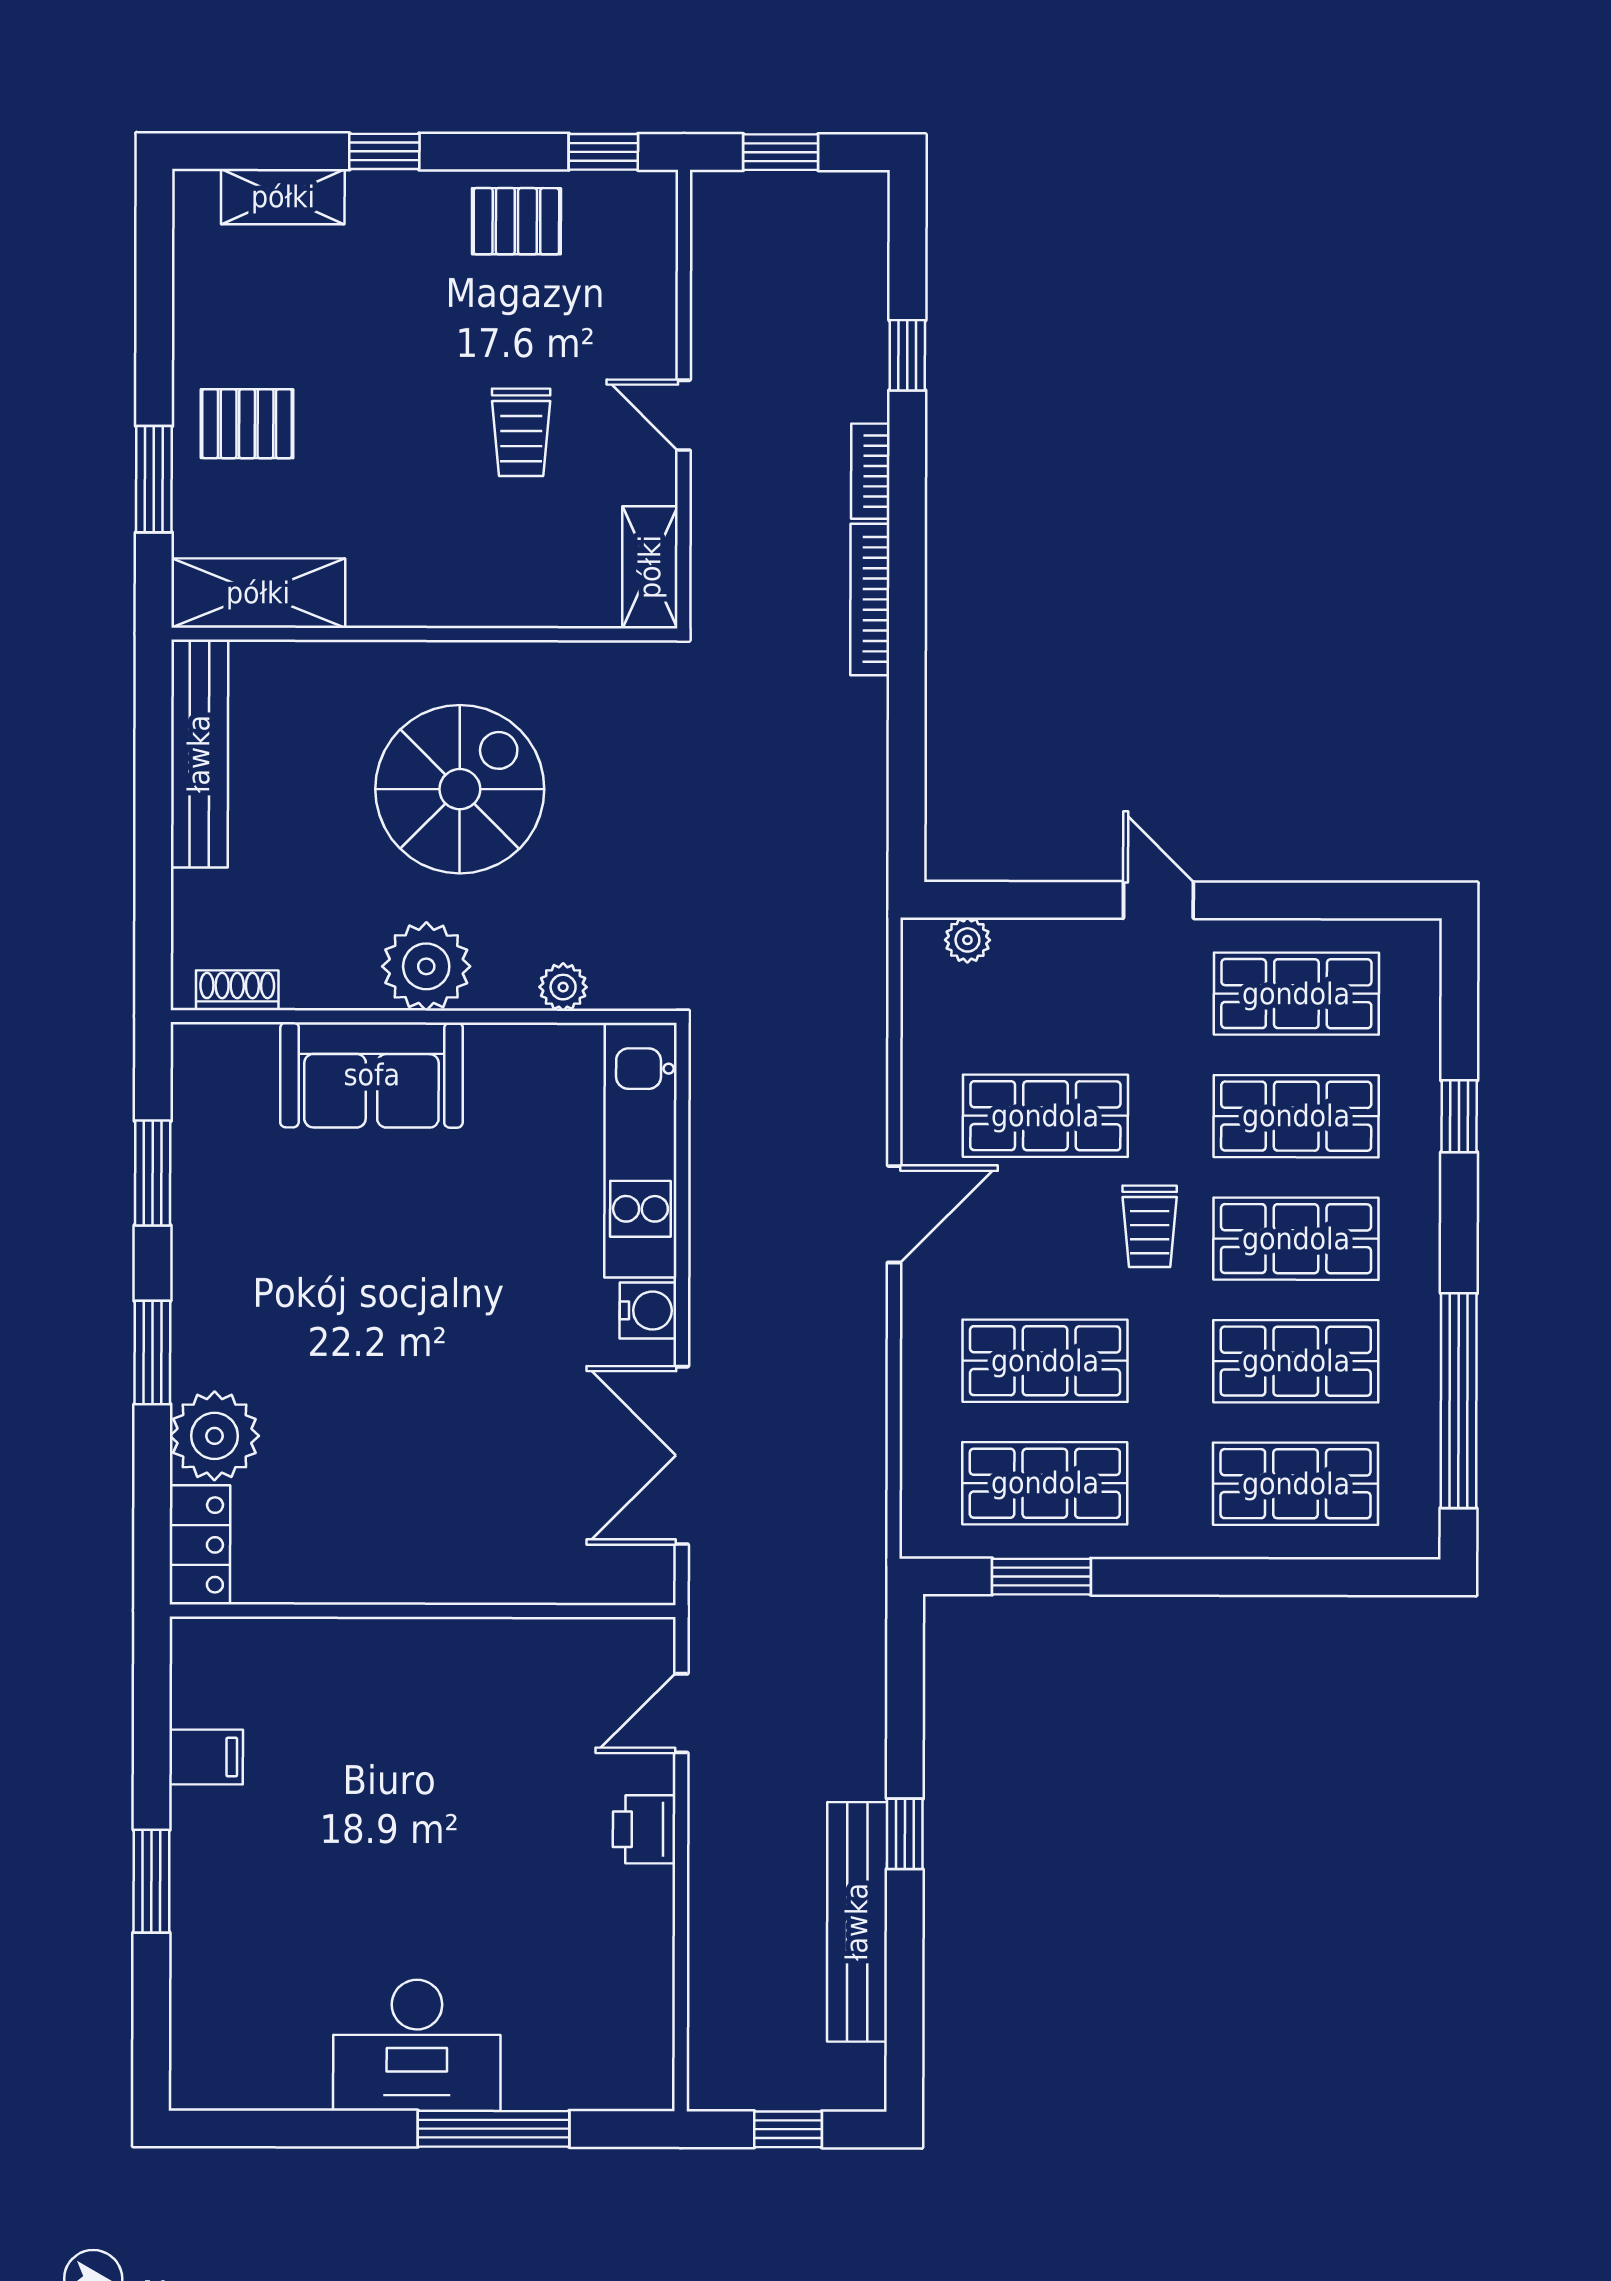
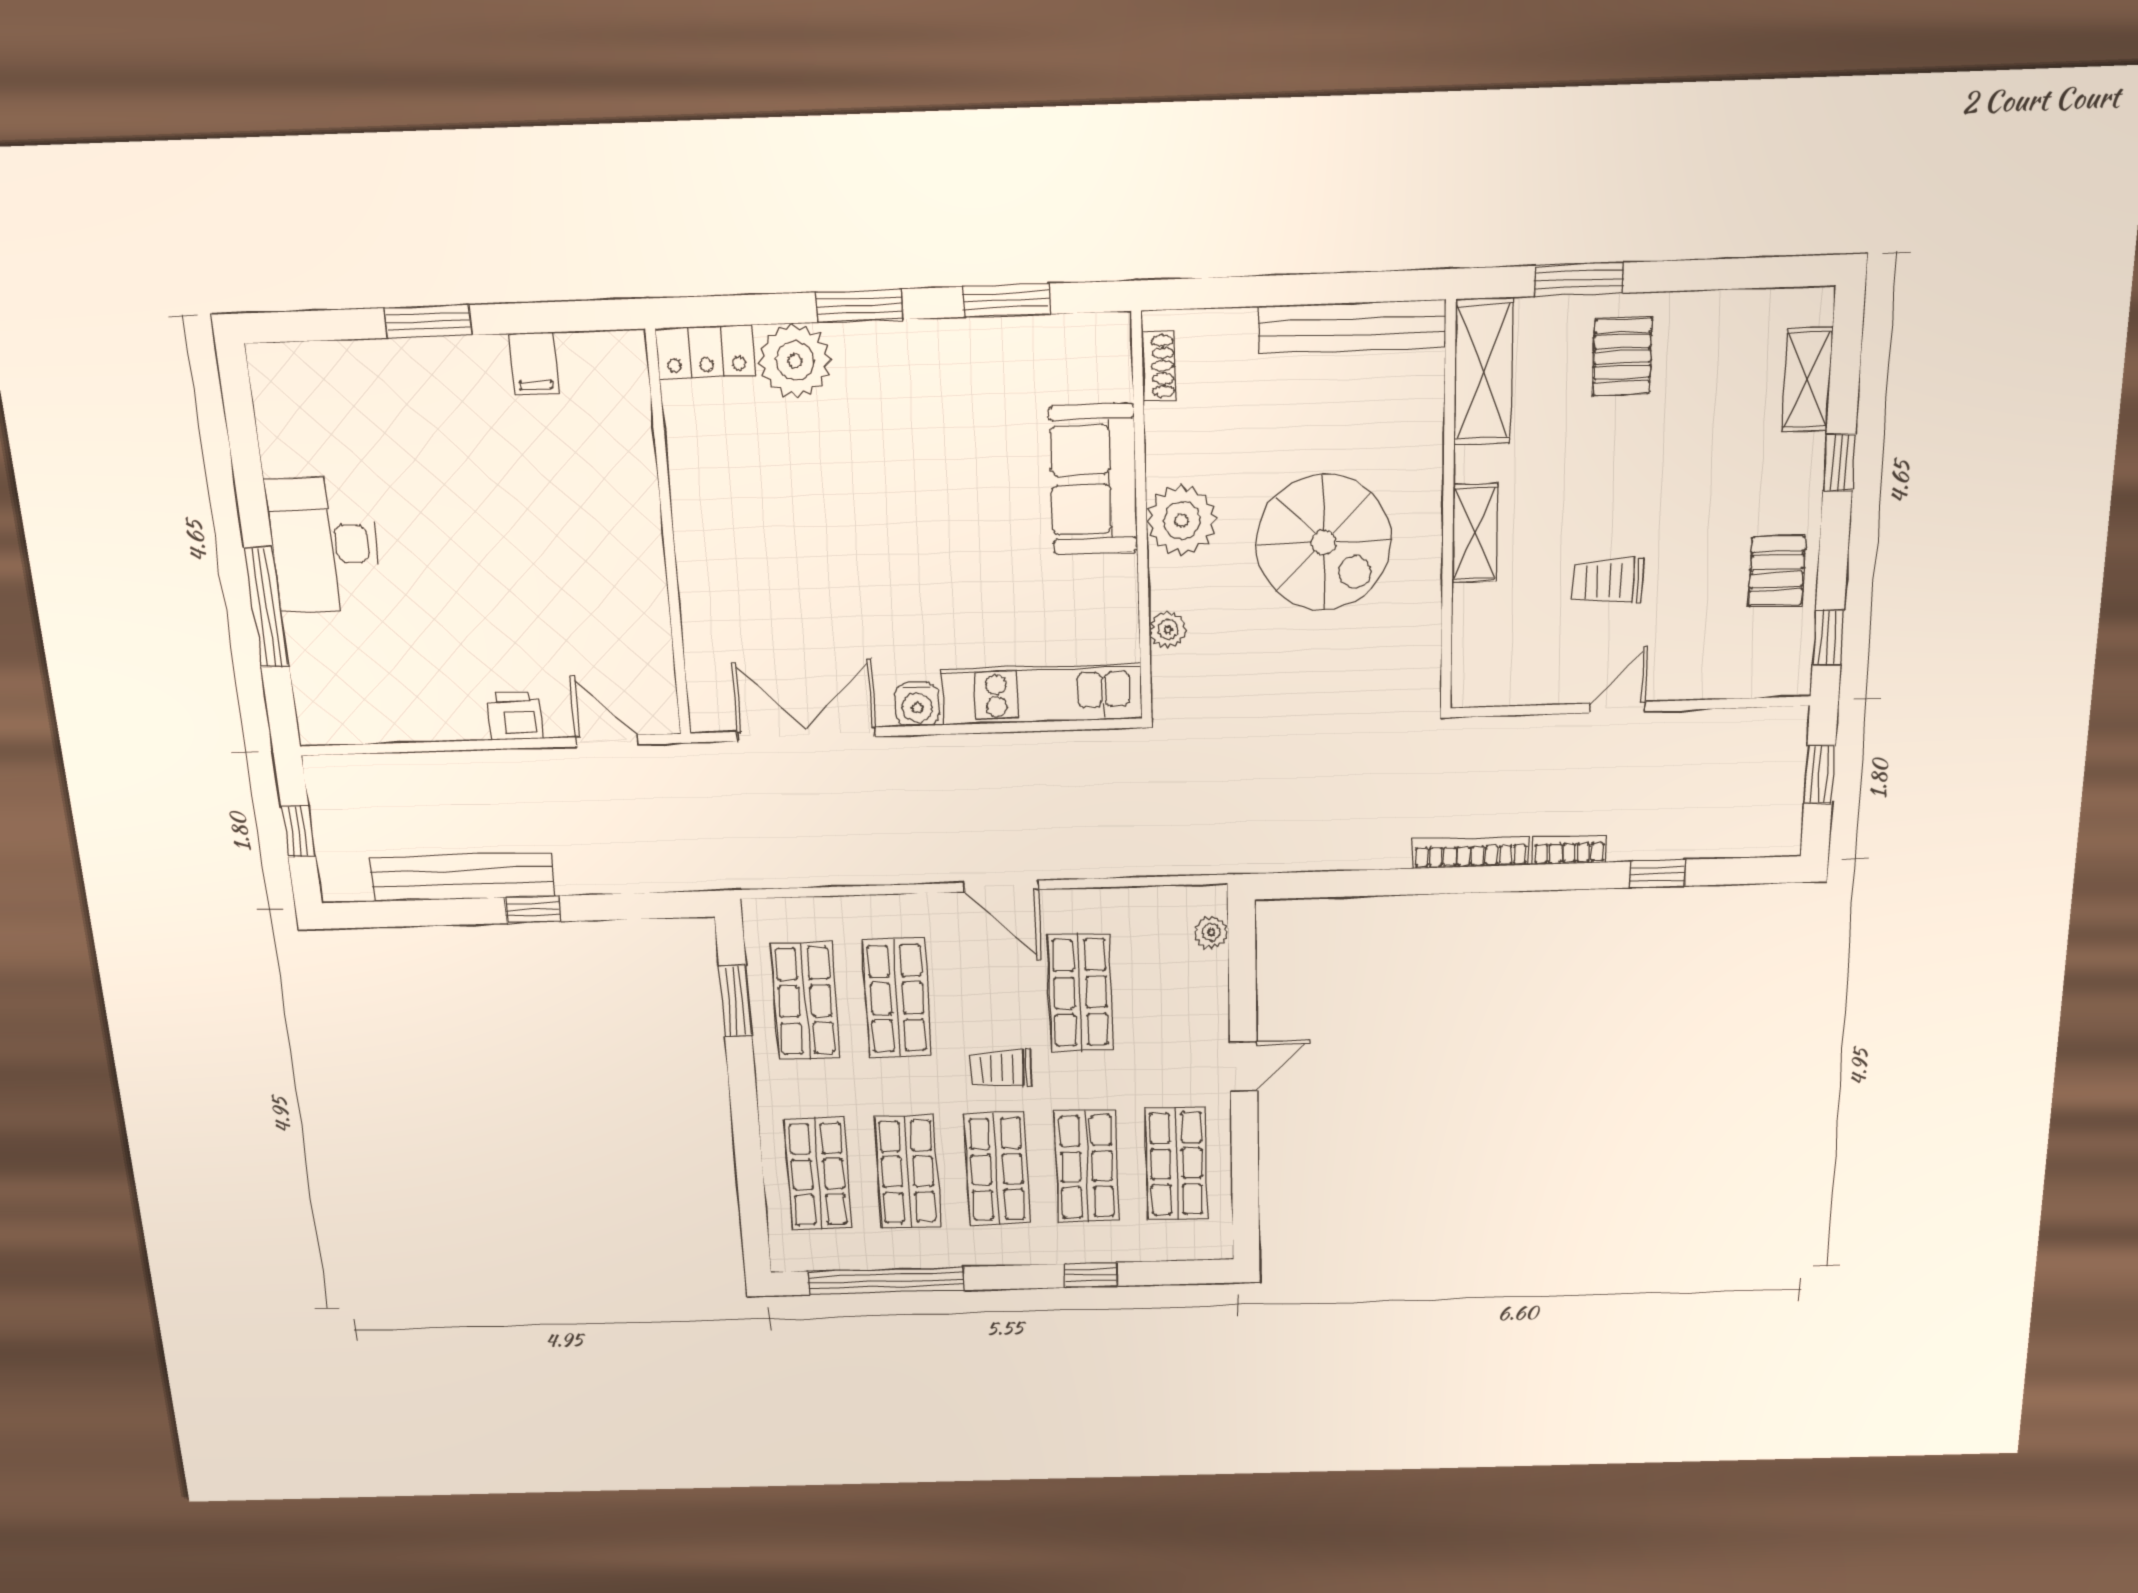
shelving: (650, 567) -> (1475, 533), moved, turned 90

